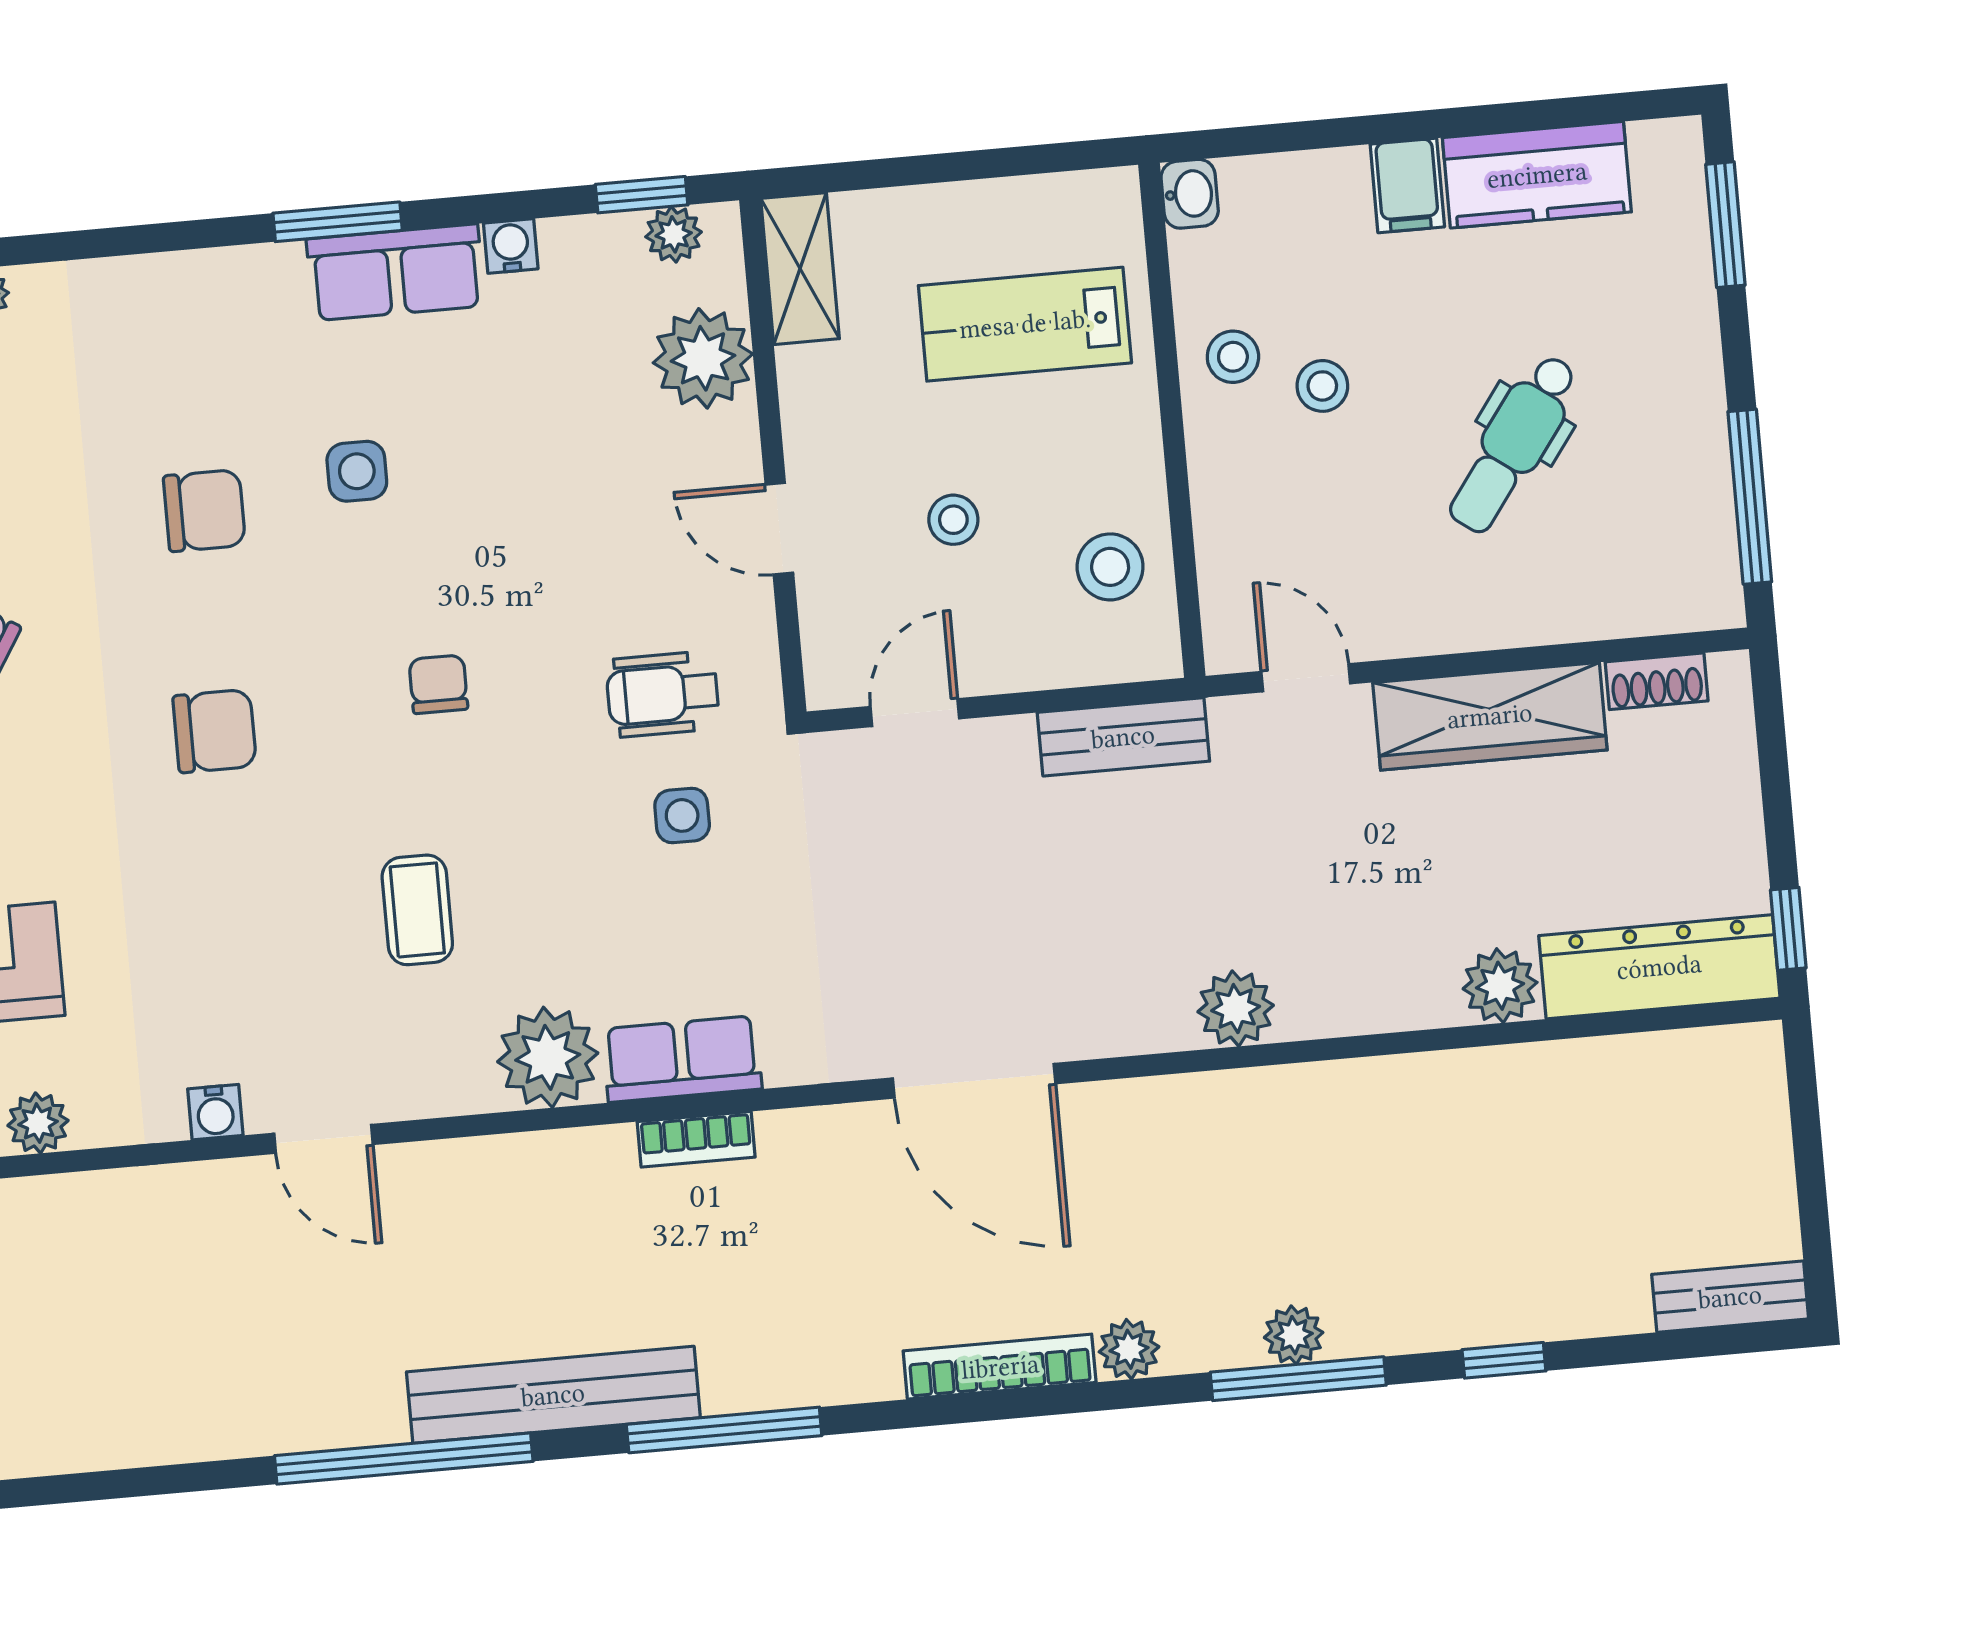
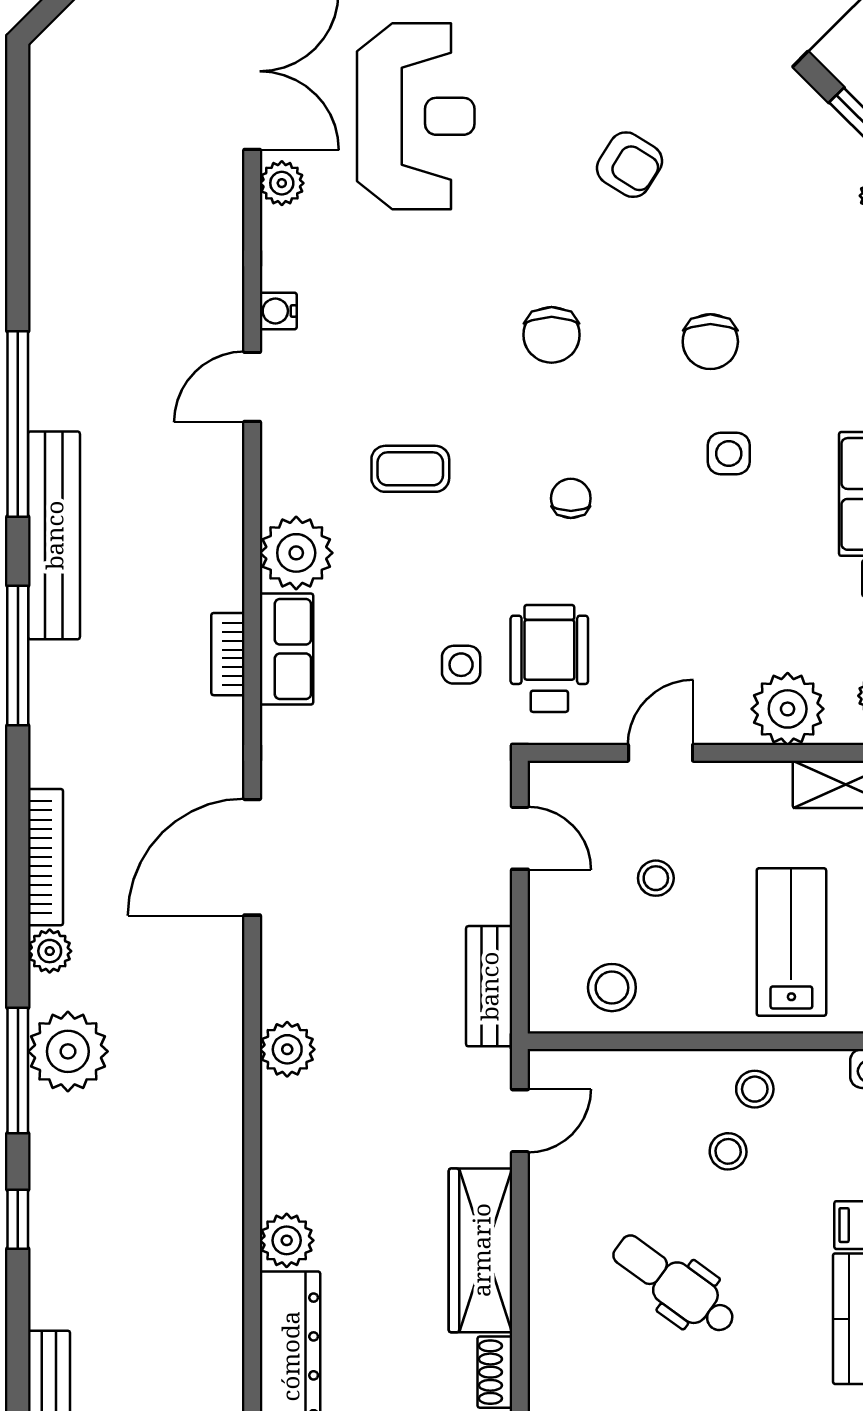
chair: (438, 684) -> (571, 498), turned -90
wheelchair: (662, 694) -> (549, 658), width x1.36, depth x1.37
plant: (1294, 1335) -> (68, 1051), width x1.88, depth x1.88

